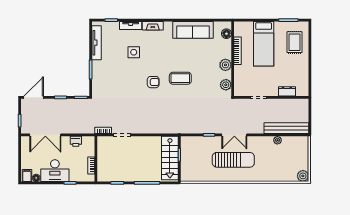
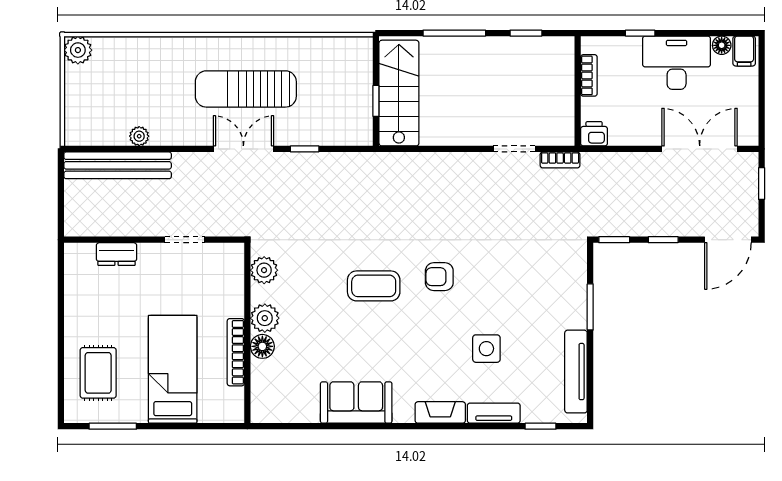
sofa: (193, 30) -> (356, 403), width x0.73
floor lamp: (226, 34) -> (262, 346), moved
printer: (76, 141) -> (594, 134), moved

